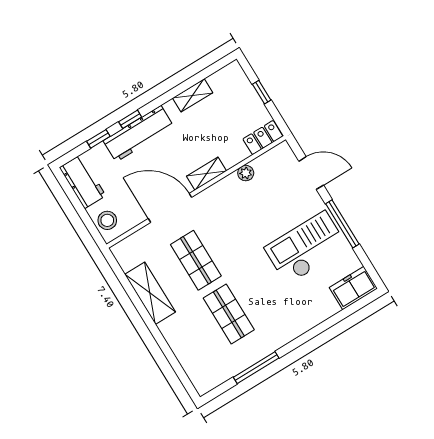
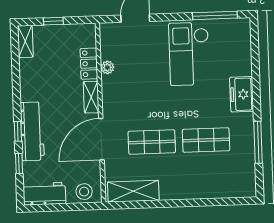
shelving: (193, 95) -> (25, 41), moved
locker: (263, 138) -> (89, 64), moved
window: (342, 224) -> (215, 15), moved
freezer: (353, 288) -> (242, 94), moved
shelving: (150, 293) -> (133, 191), moved

